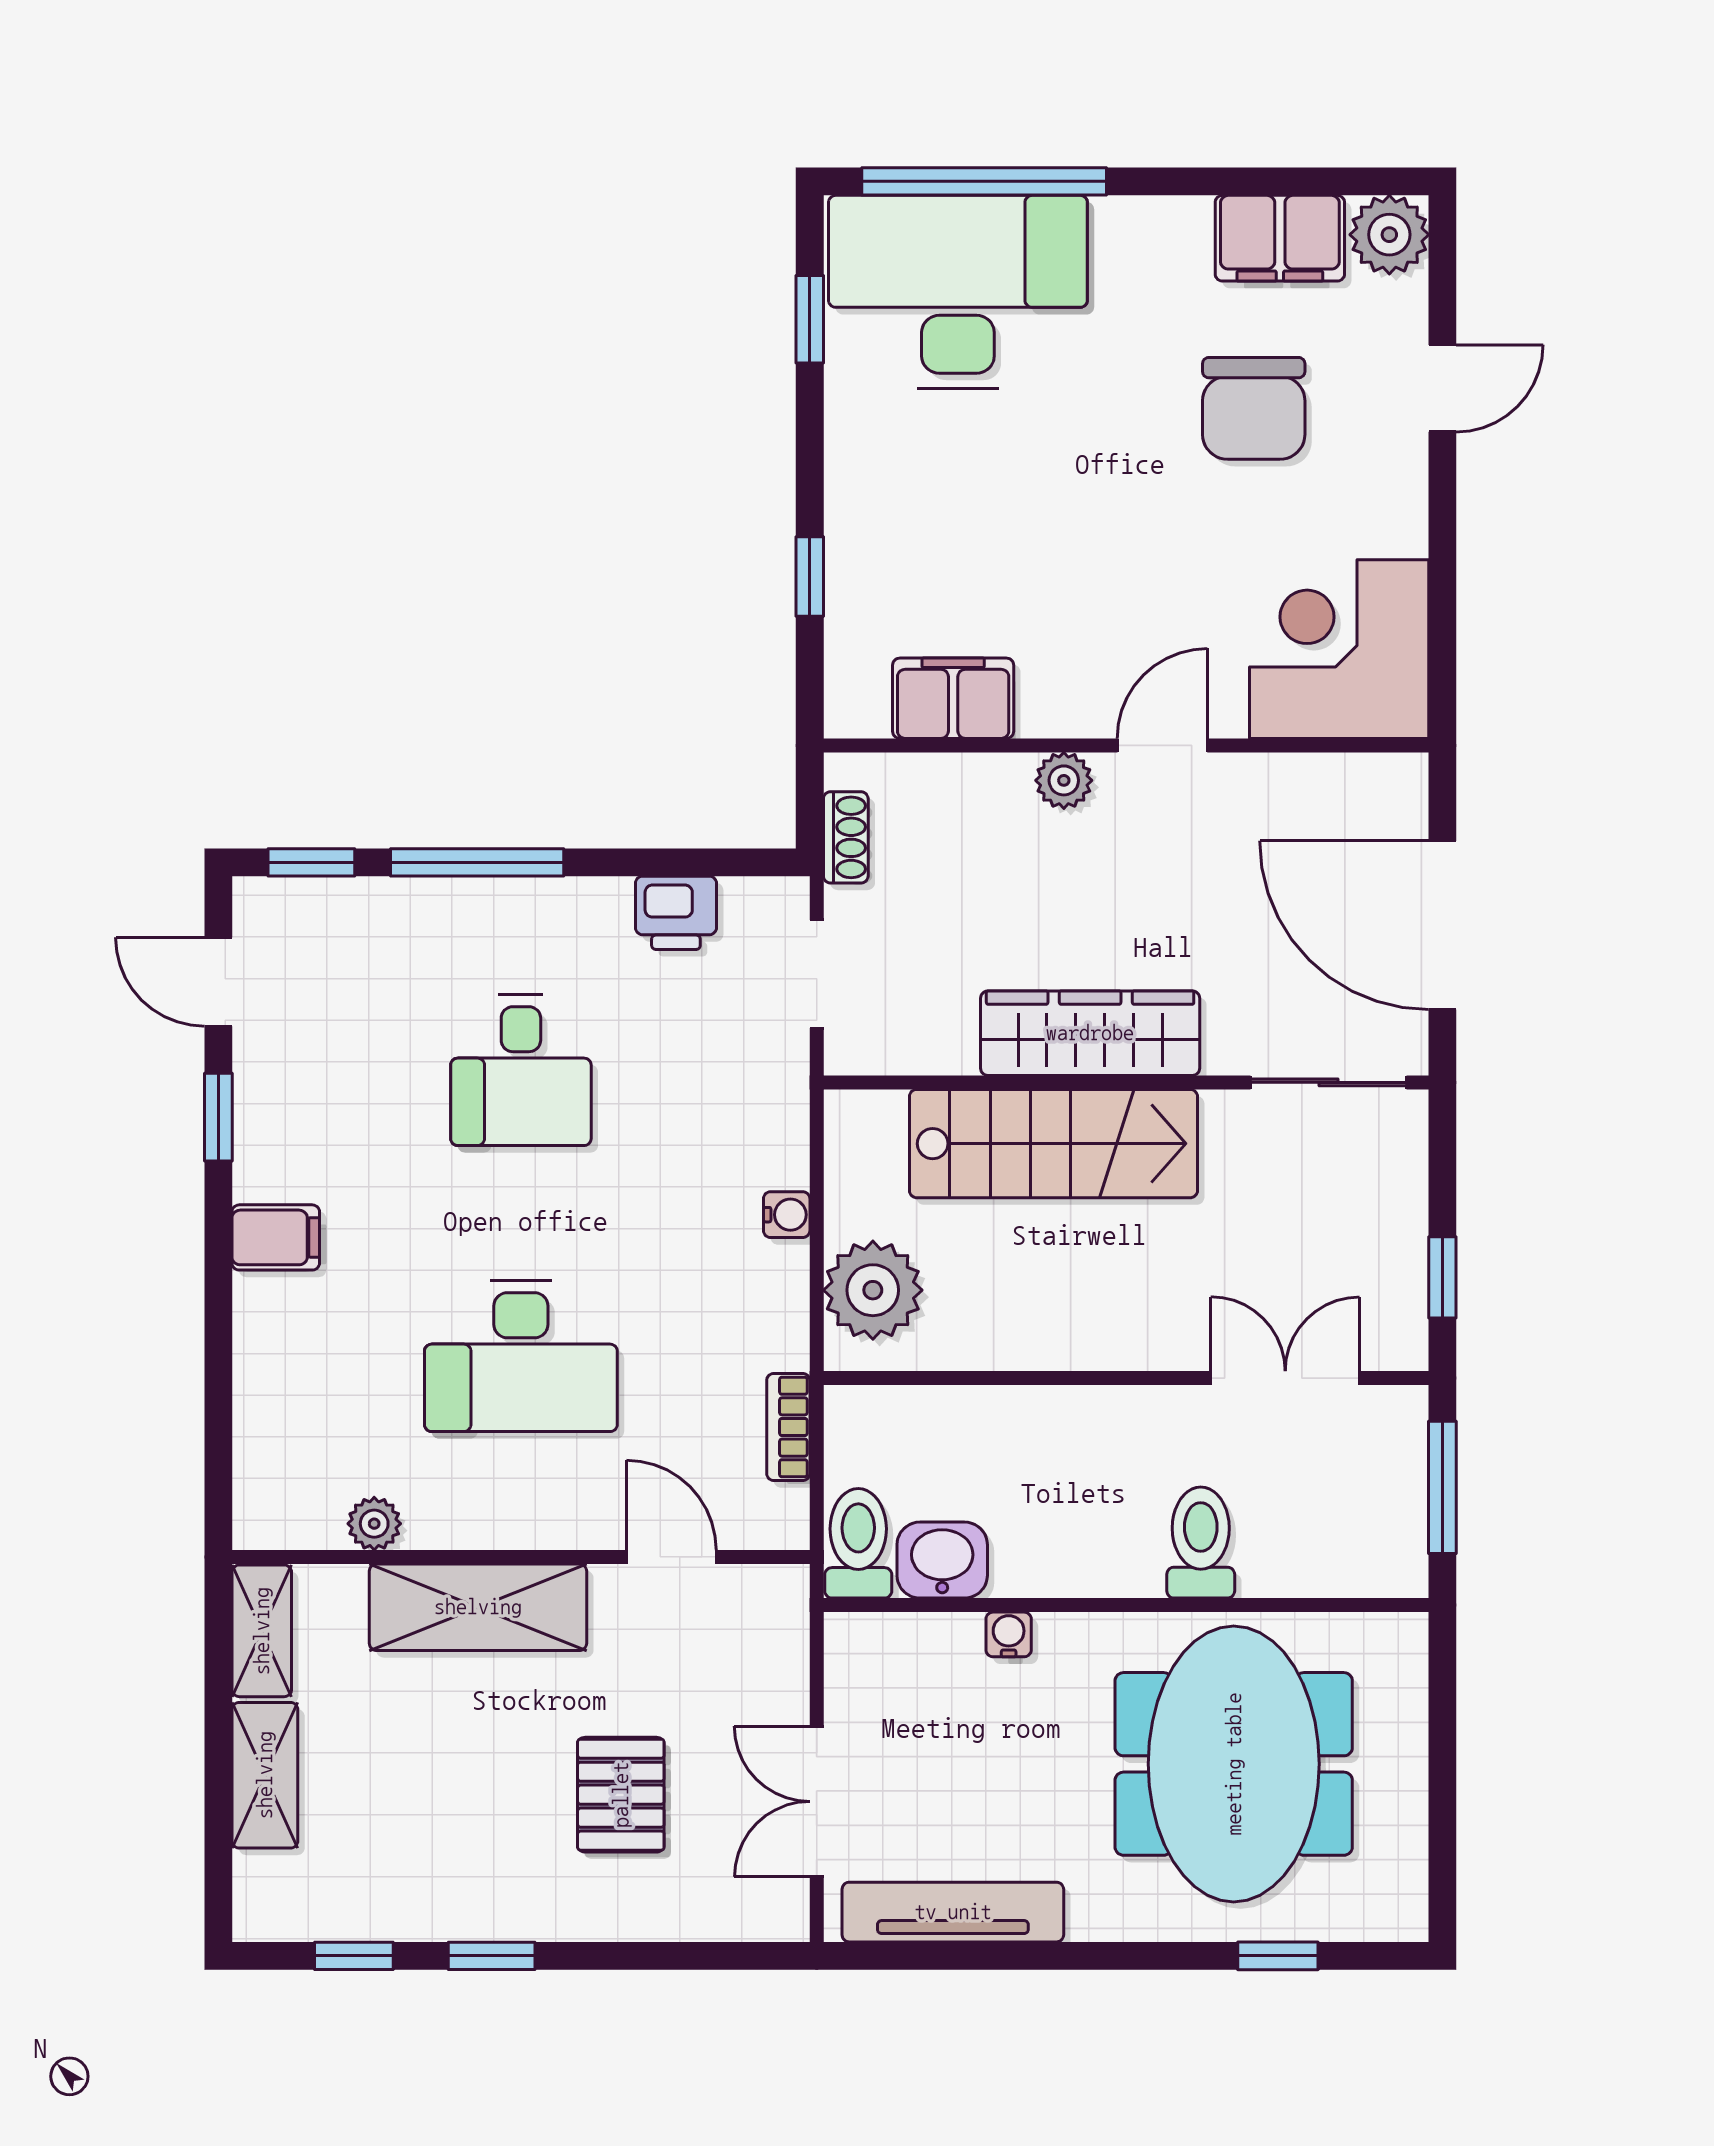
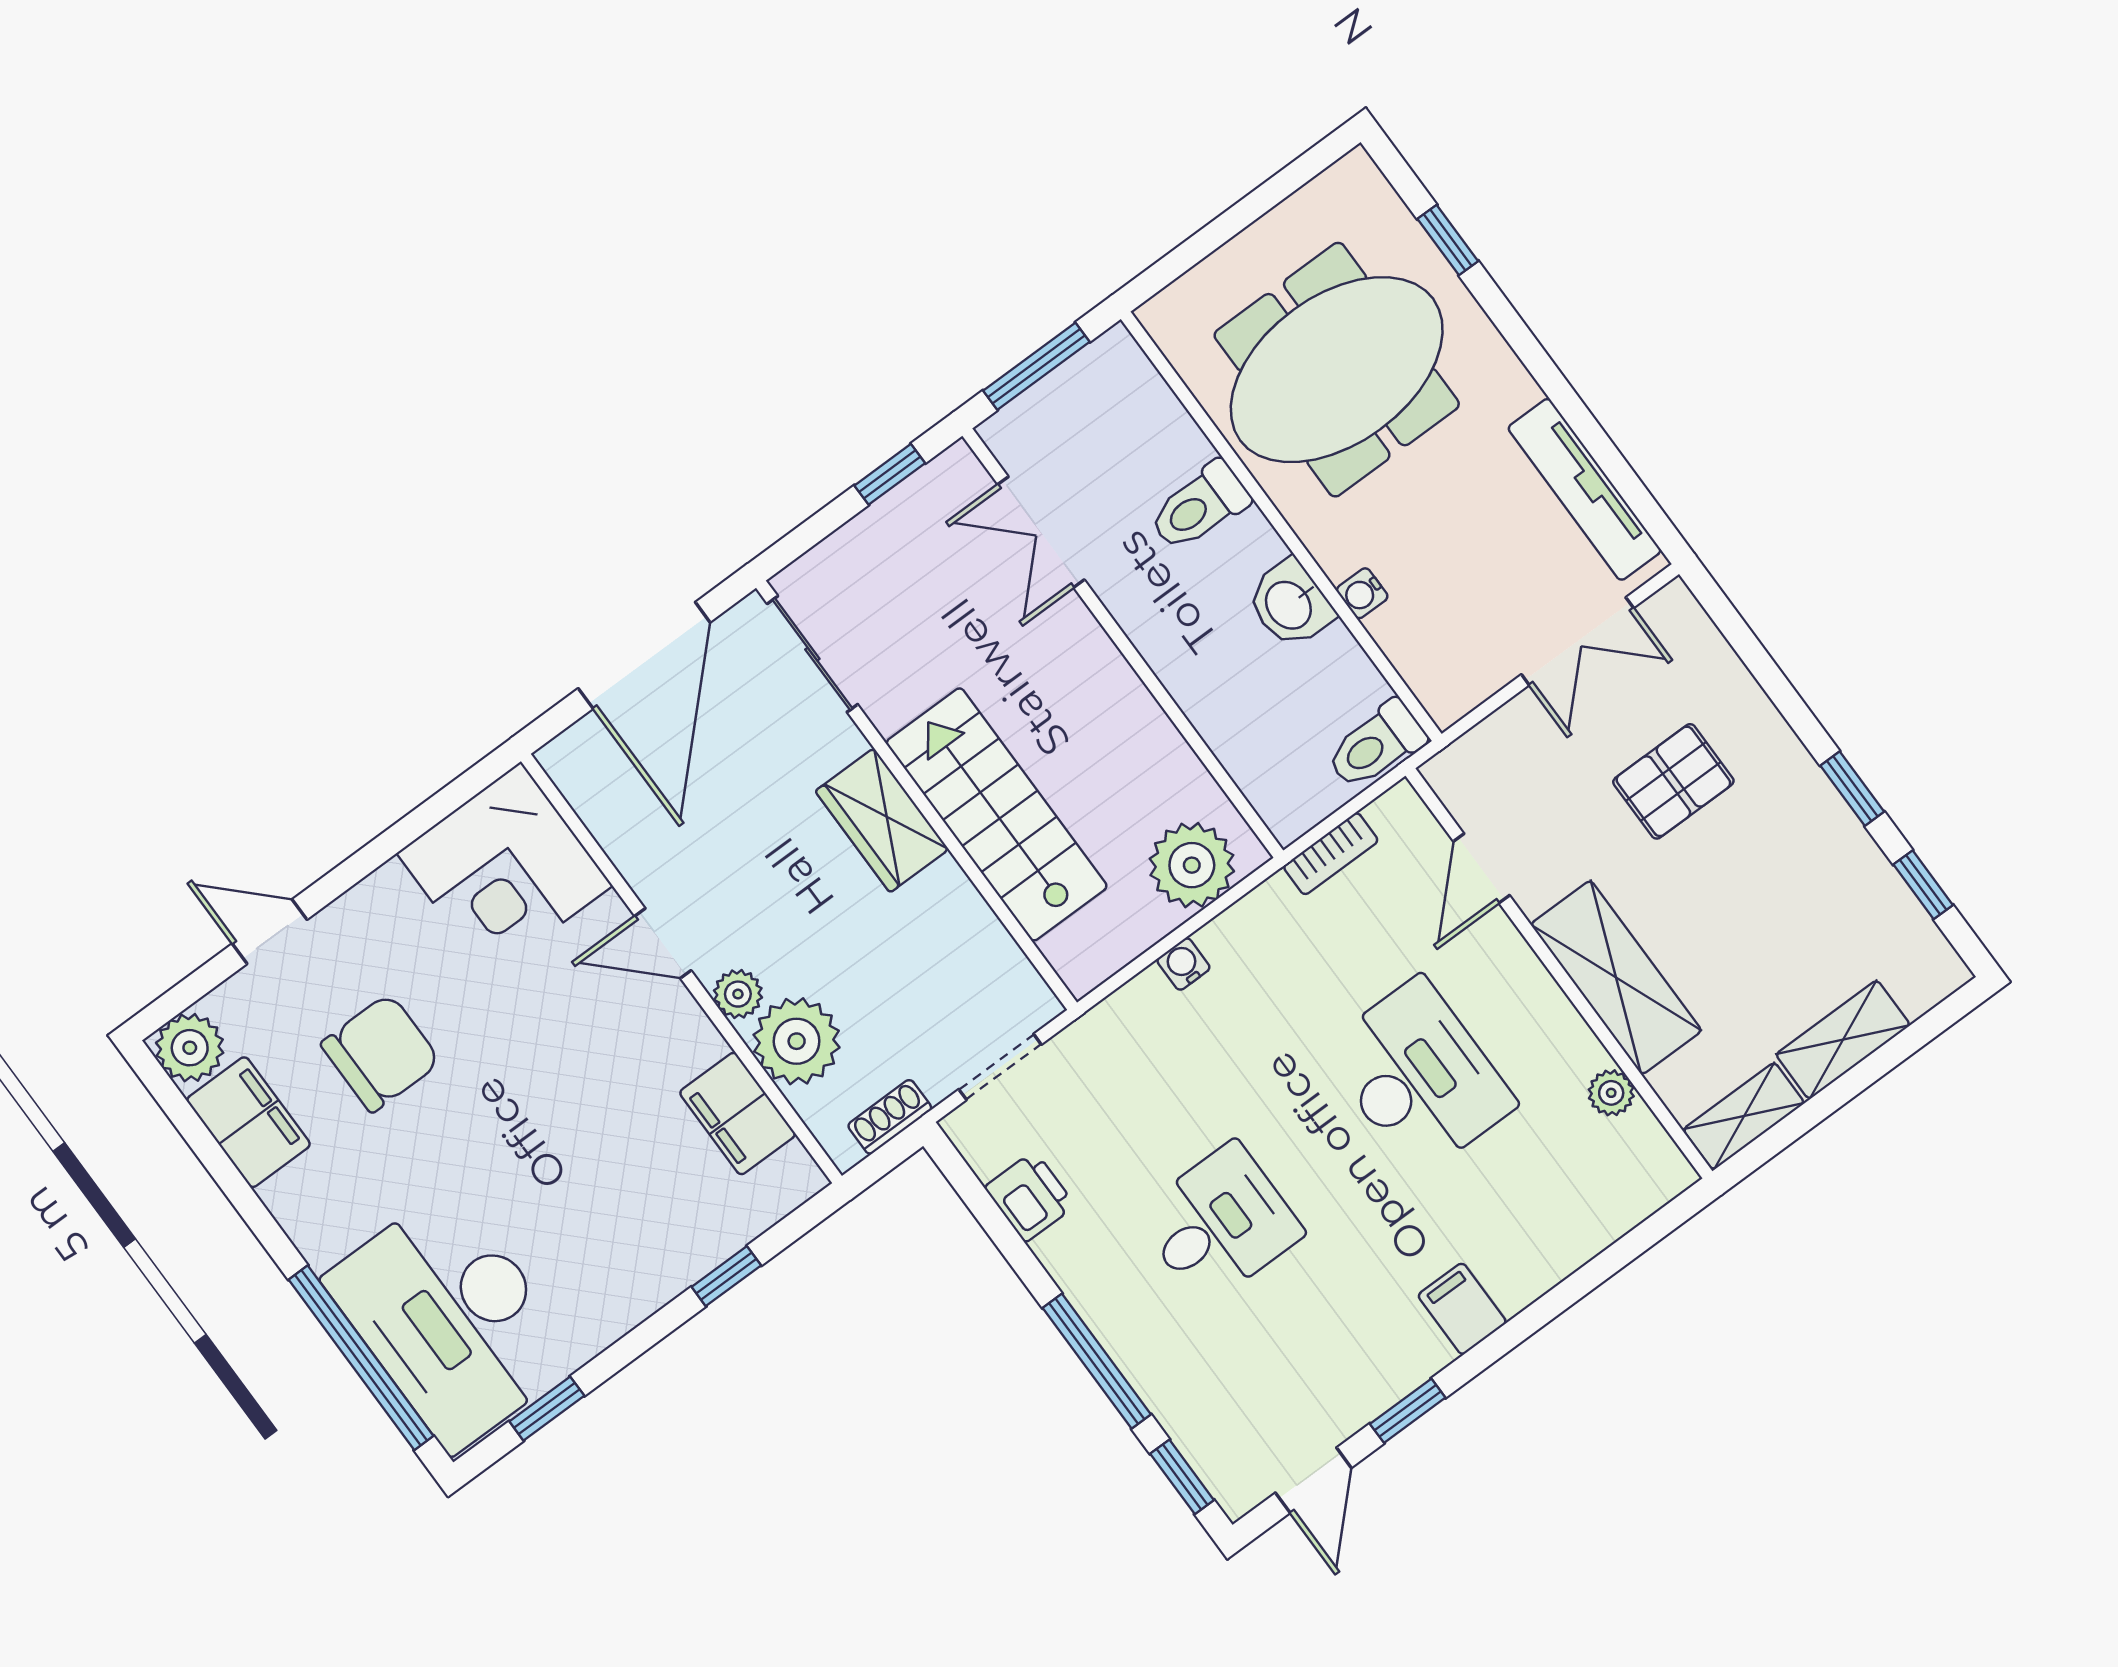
plant: (980, 803) -> (797, 1041), added
wardrobe: (1090, 1033) -> (882, 820), width x0.67
washbasin: (942, 1560) -> (1290, 604), moved

